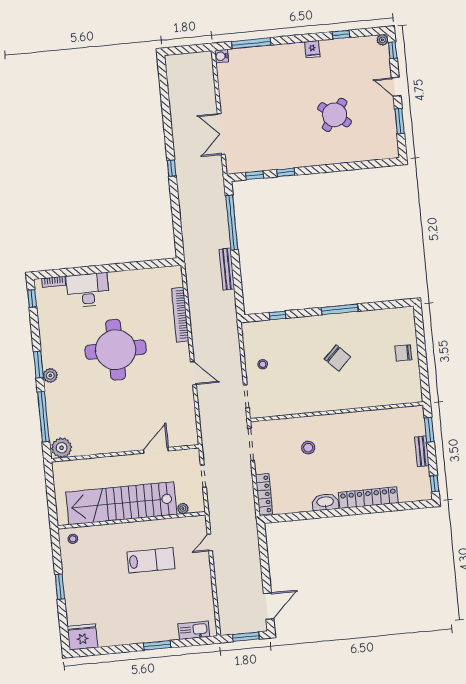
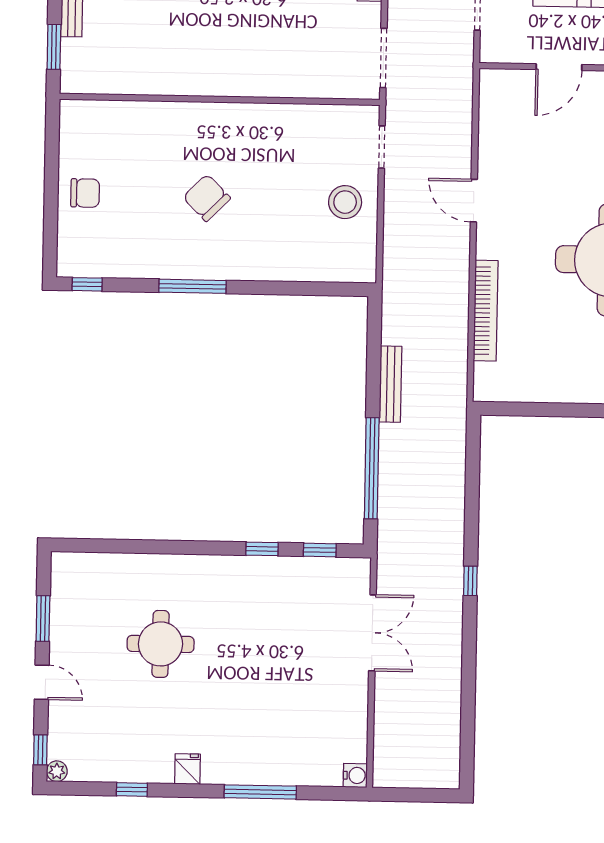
window: (251, 43) -> (260, 792), moved
round table: (335, 115) -> (161, 644), turned -37
window: (278, 315) -> (87, 284), moved
stool: (263, 364) -> (345, 202), width x1.89, depth x1.89
stool: (308, 448) -> (279, 40), removed

